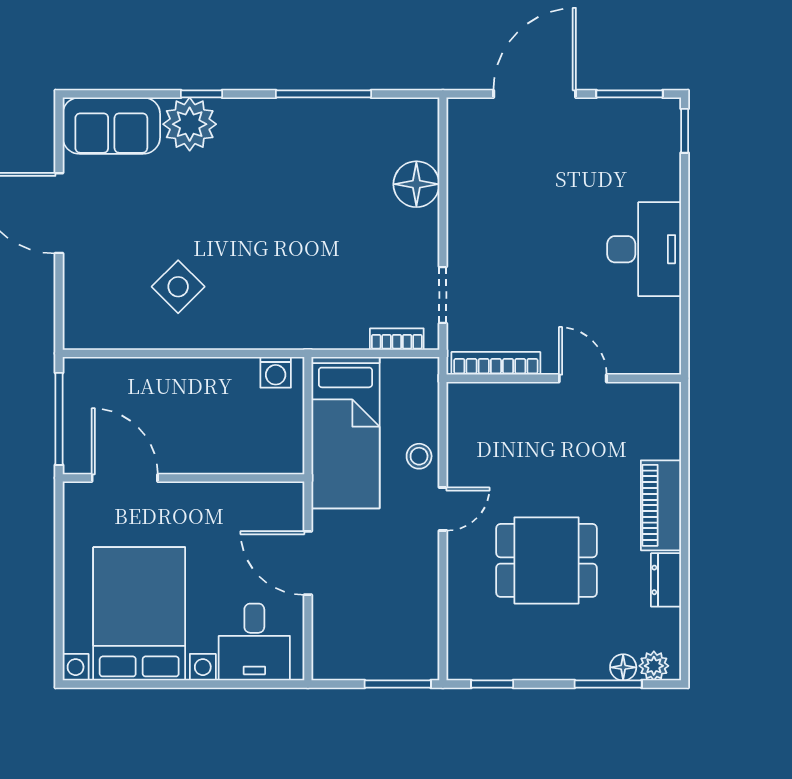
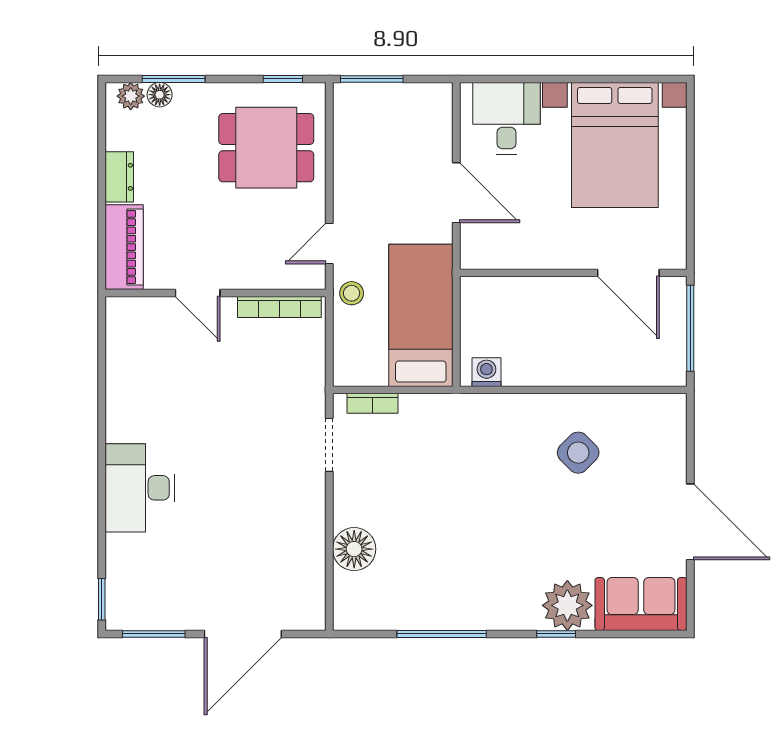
bookcase: (496, 363) -> (279, 307), moved
wall: (564, 378) -> (216, 293), moved
door: (583, 378) -> (198, 293), moved
dining table: (547, 560) -> (266, 148), moved

